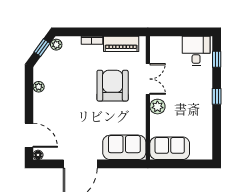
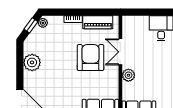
double door: (148, 79) -> (120, 52), swing flipped
plant: (39, 87) -> (32, 62), width x1.88, depth x1.88

